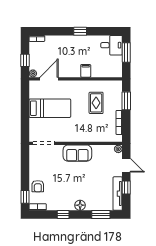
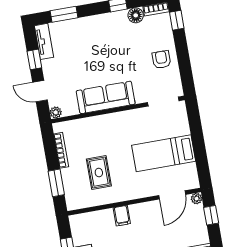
sofa: (77, 153) -> (106, 97), width x1.36
armchair: (38, 186) -> (161, 60), moved
tv unit: (118, 194) -> (44, 41), width x0.71
floor lamp: (80, 205) -> (136, 15), moved

